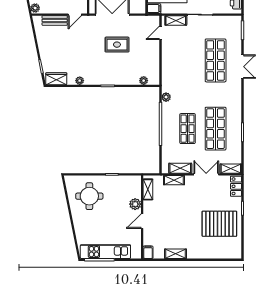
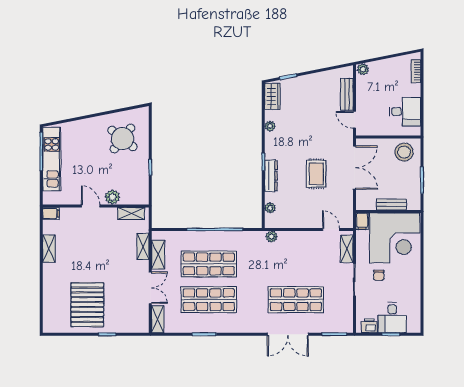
double door: (243, 67) -> (288, 334), width x1.37
dresser: (118, 80) -> (271, 176), added
plant: (166, 97) -> (272, 237), moved
shop shelf: (188, 129) -> (209, 264), width x1.43, depth x1.36
locker: (236, 186) -> (135, 326), removed
round table: (89, 196) -> (123, 139), turned 38

